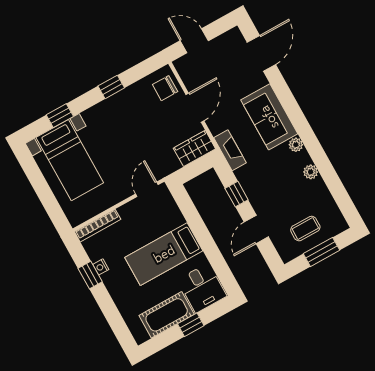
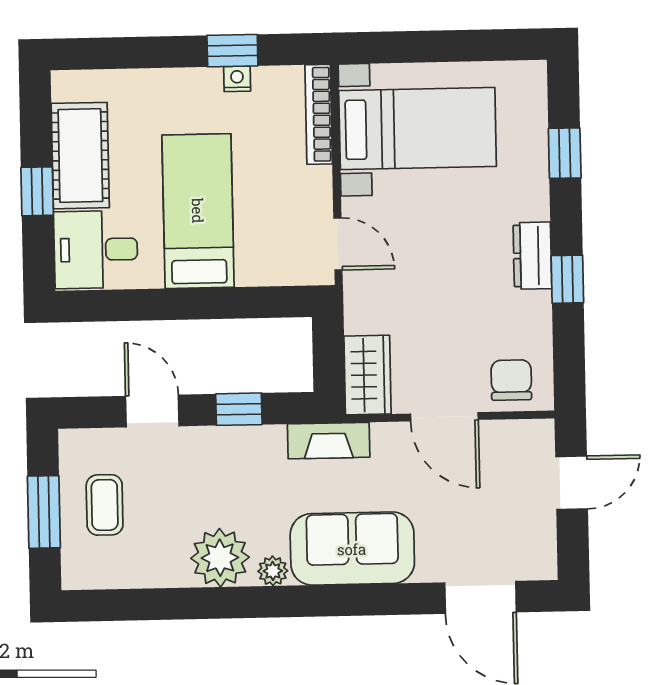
dresser: (109, 107) -> (532, 256), added
bed with nightstands: (70, 160) -> (418, 128), moved, turned 180
plant: (311, 172) -> (220, 558), width x1.88, depth x1.88

